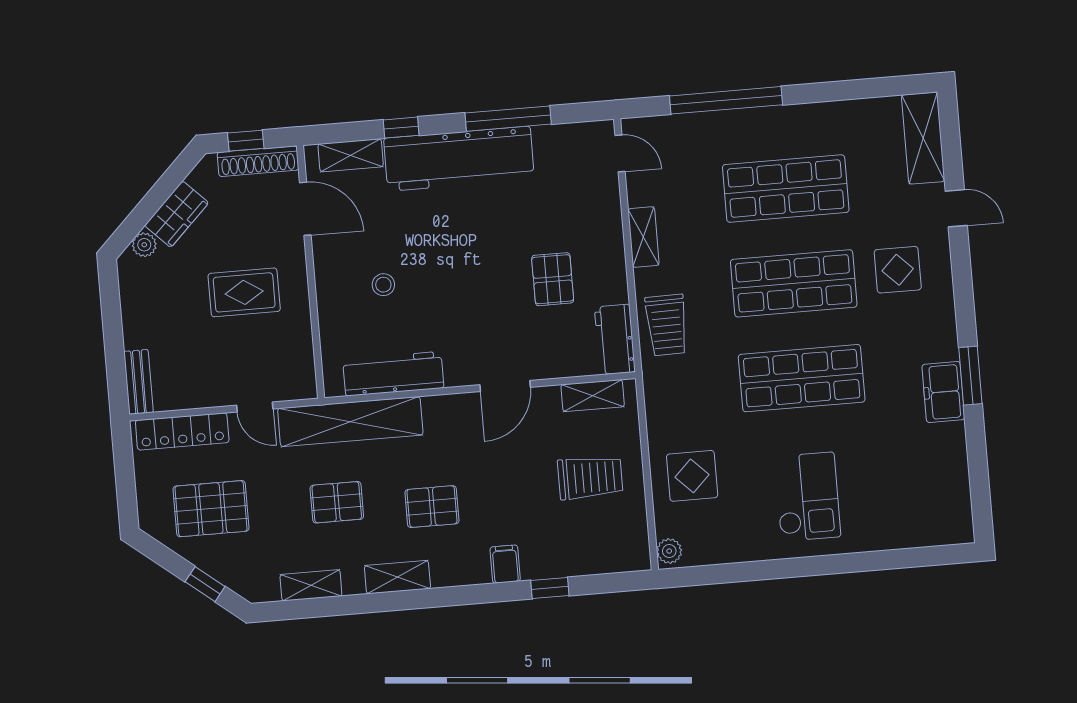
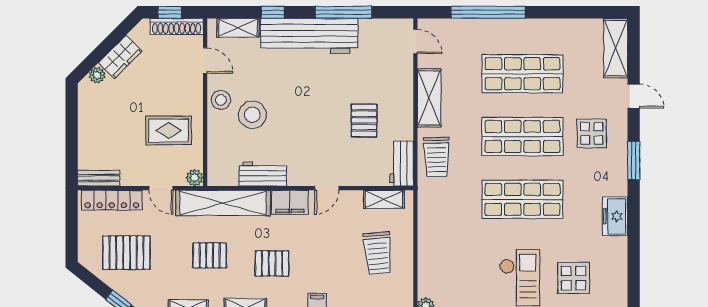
door: (305, 209) -> (205, 60), width x0.73
shelving: (643, 237) -> (429, 98), width x1.50, depth x1.33
stool: (334, 266) -> (221, 100), added
stool: (383, 285) -> (252, 115), width x1.89, depth x1.89
rug: (244, 292) -> (169, 130), moved
workbench: (393, 374) -> (263, 174), width x0.73
window: (970, 376) -> (634, 161), moved
bench: (138, 382) -> (99, 178), moved, turned 90
door: (505, 386) -> (327, 188), width x0.73
plant: (304, 387) -> (195, 178), added
filing cabinet: (451, 412) -> (290, 202), added
display table: (692, 476) -> (573, 278), moved
trolley: (590, 478) -> (378, 253), turned 85

